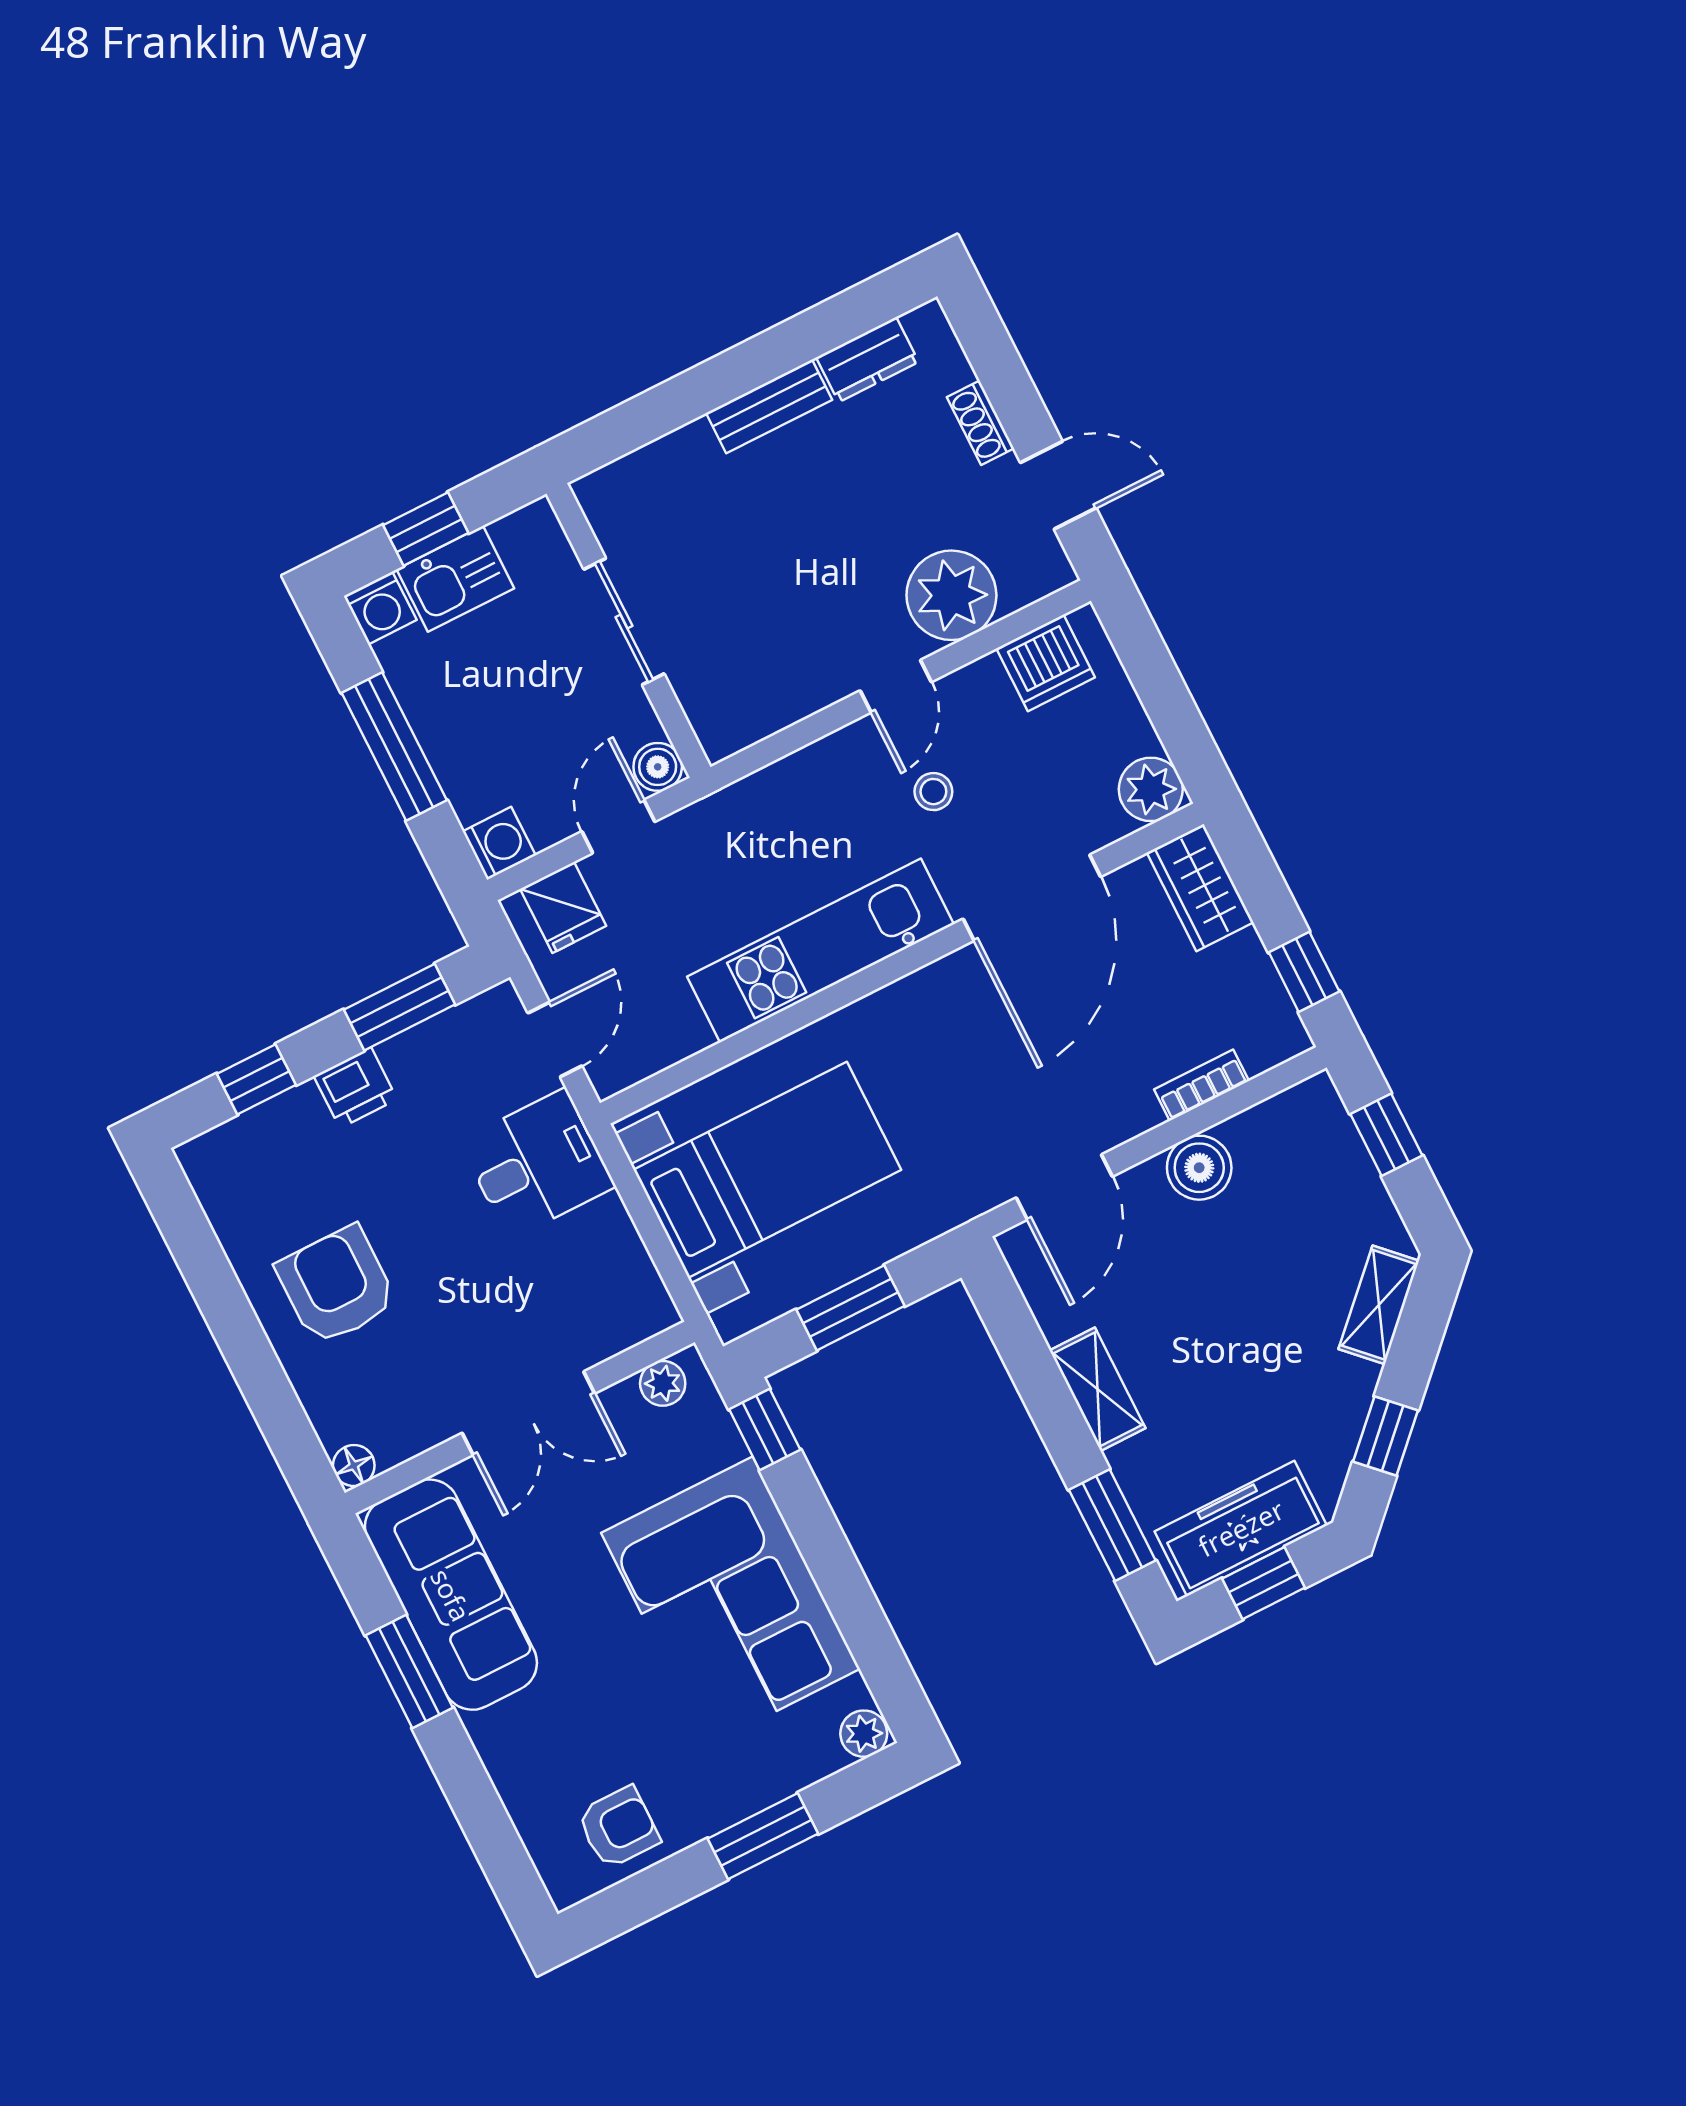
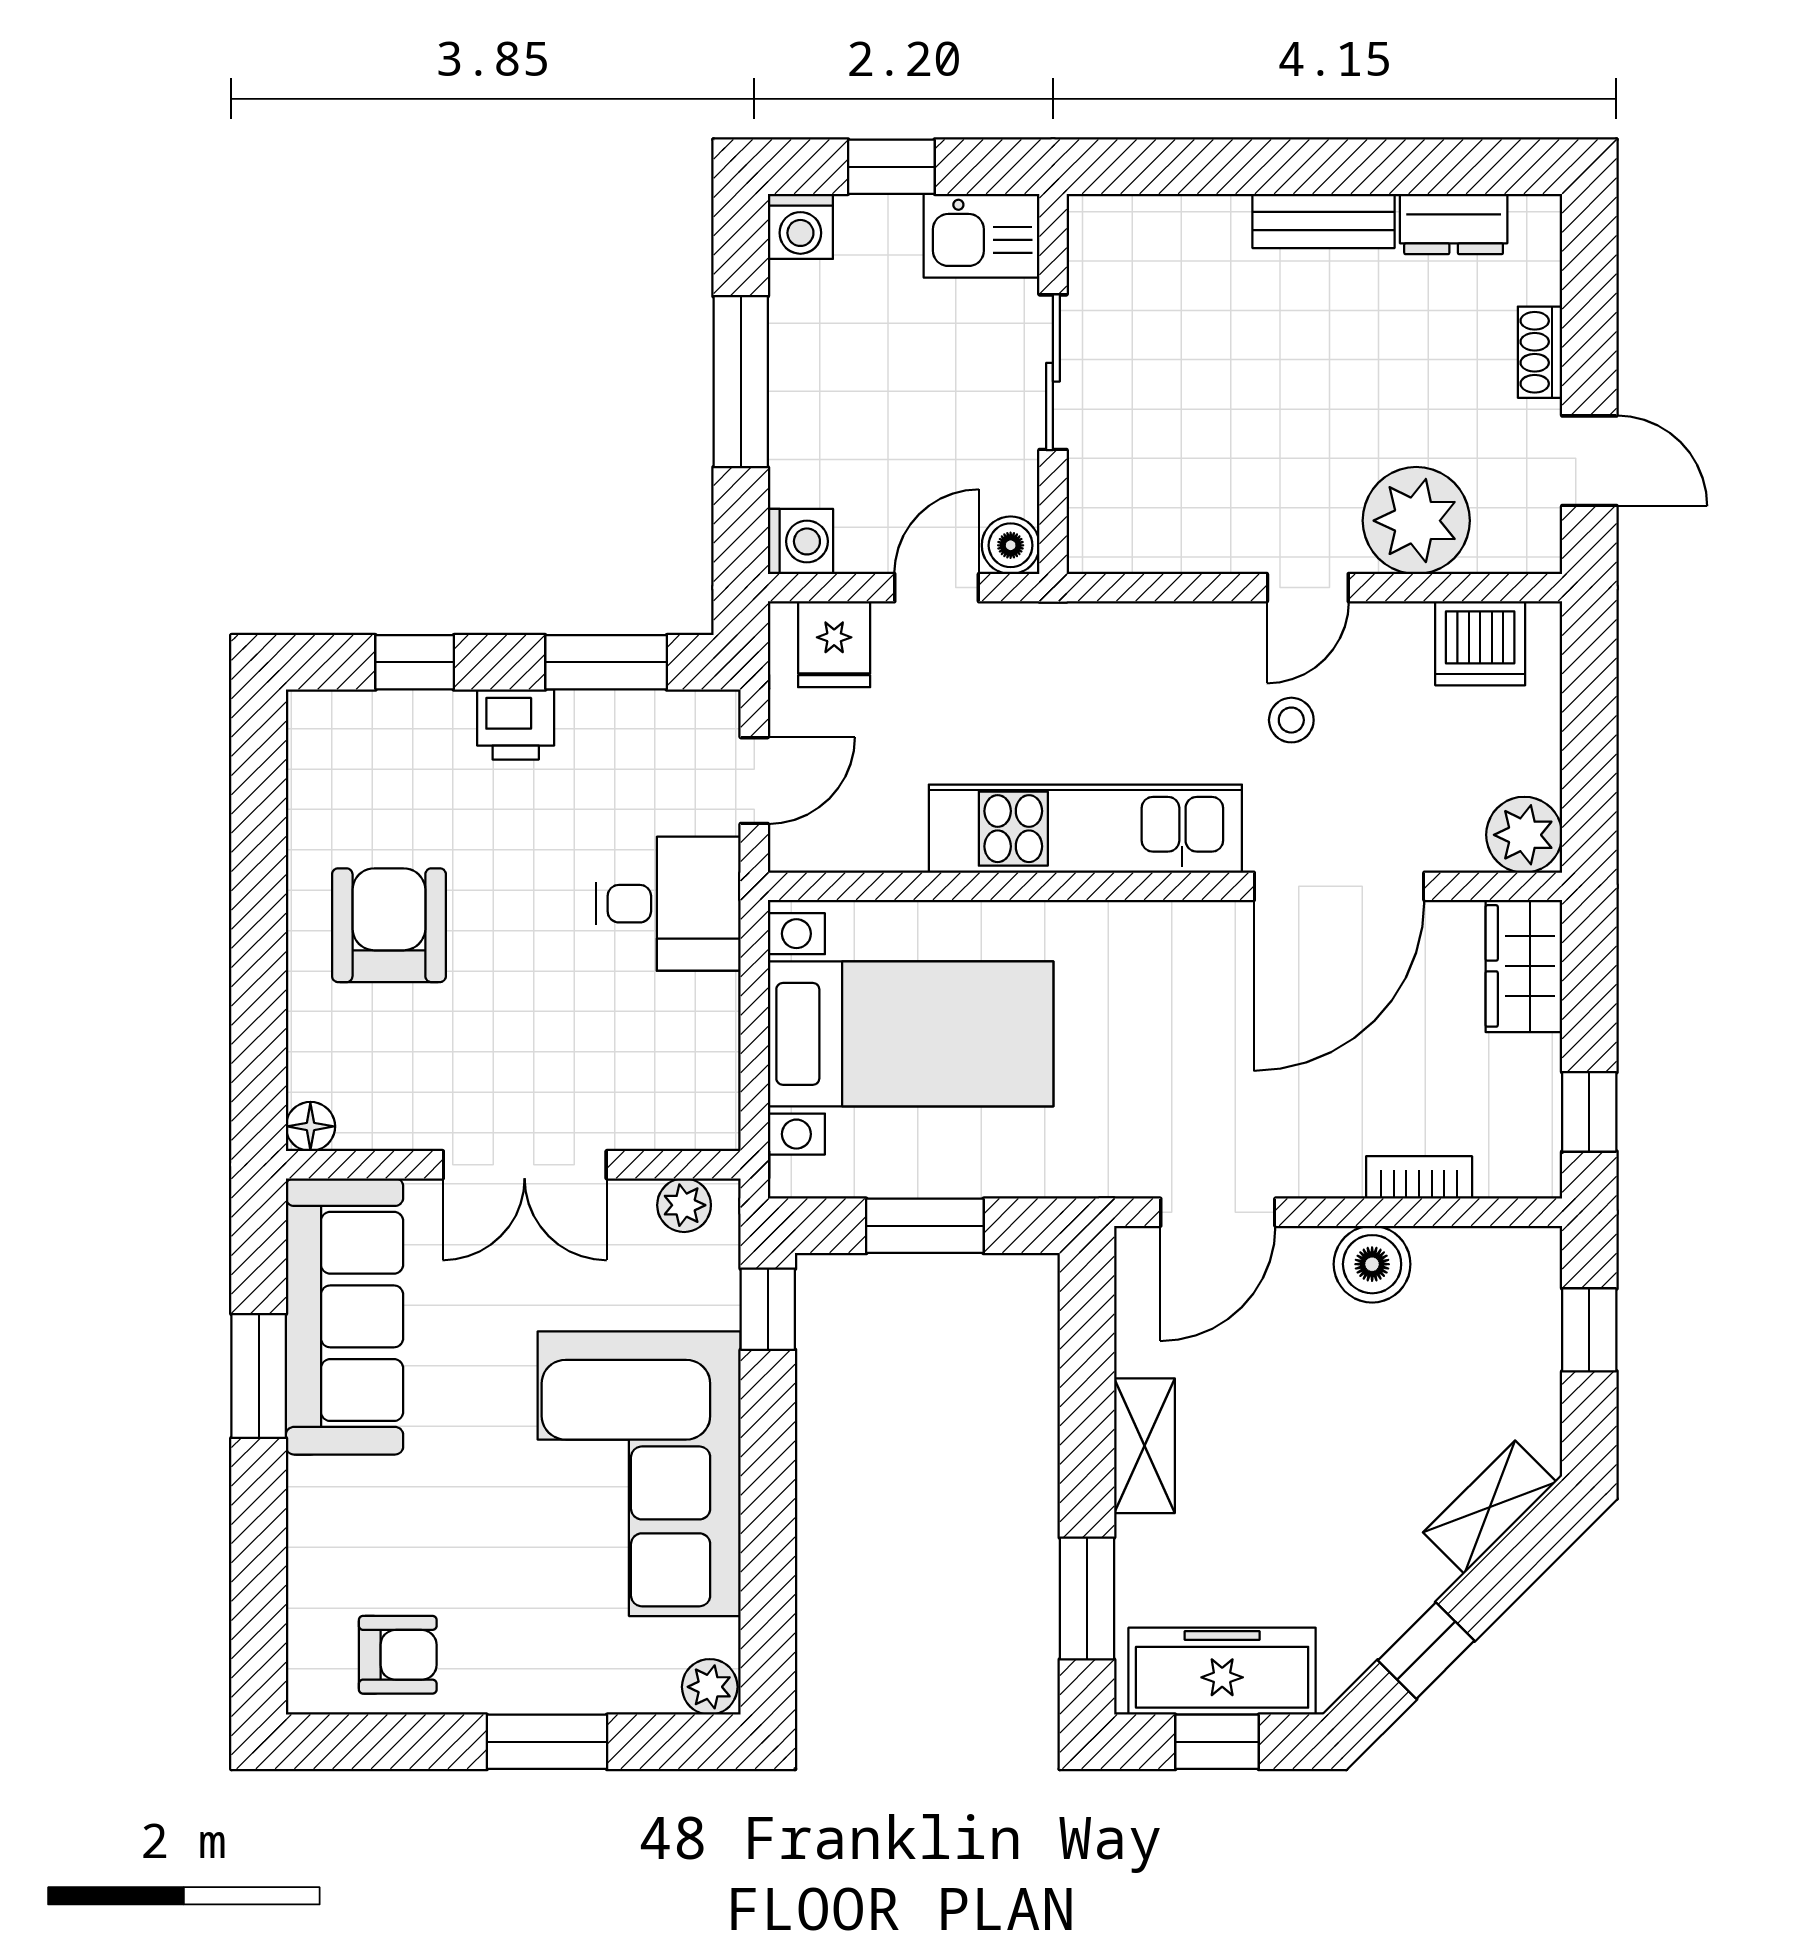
kitchen sink: (455, 579) -> (982, 236), moved

